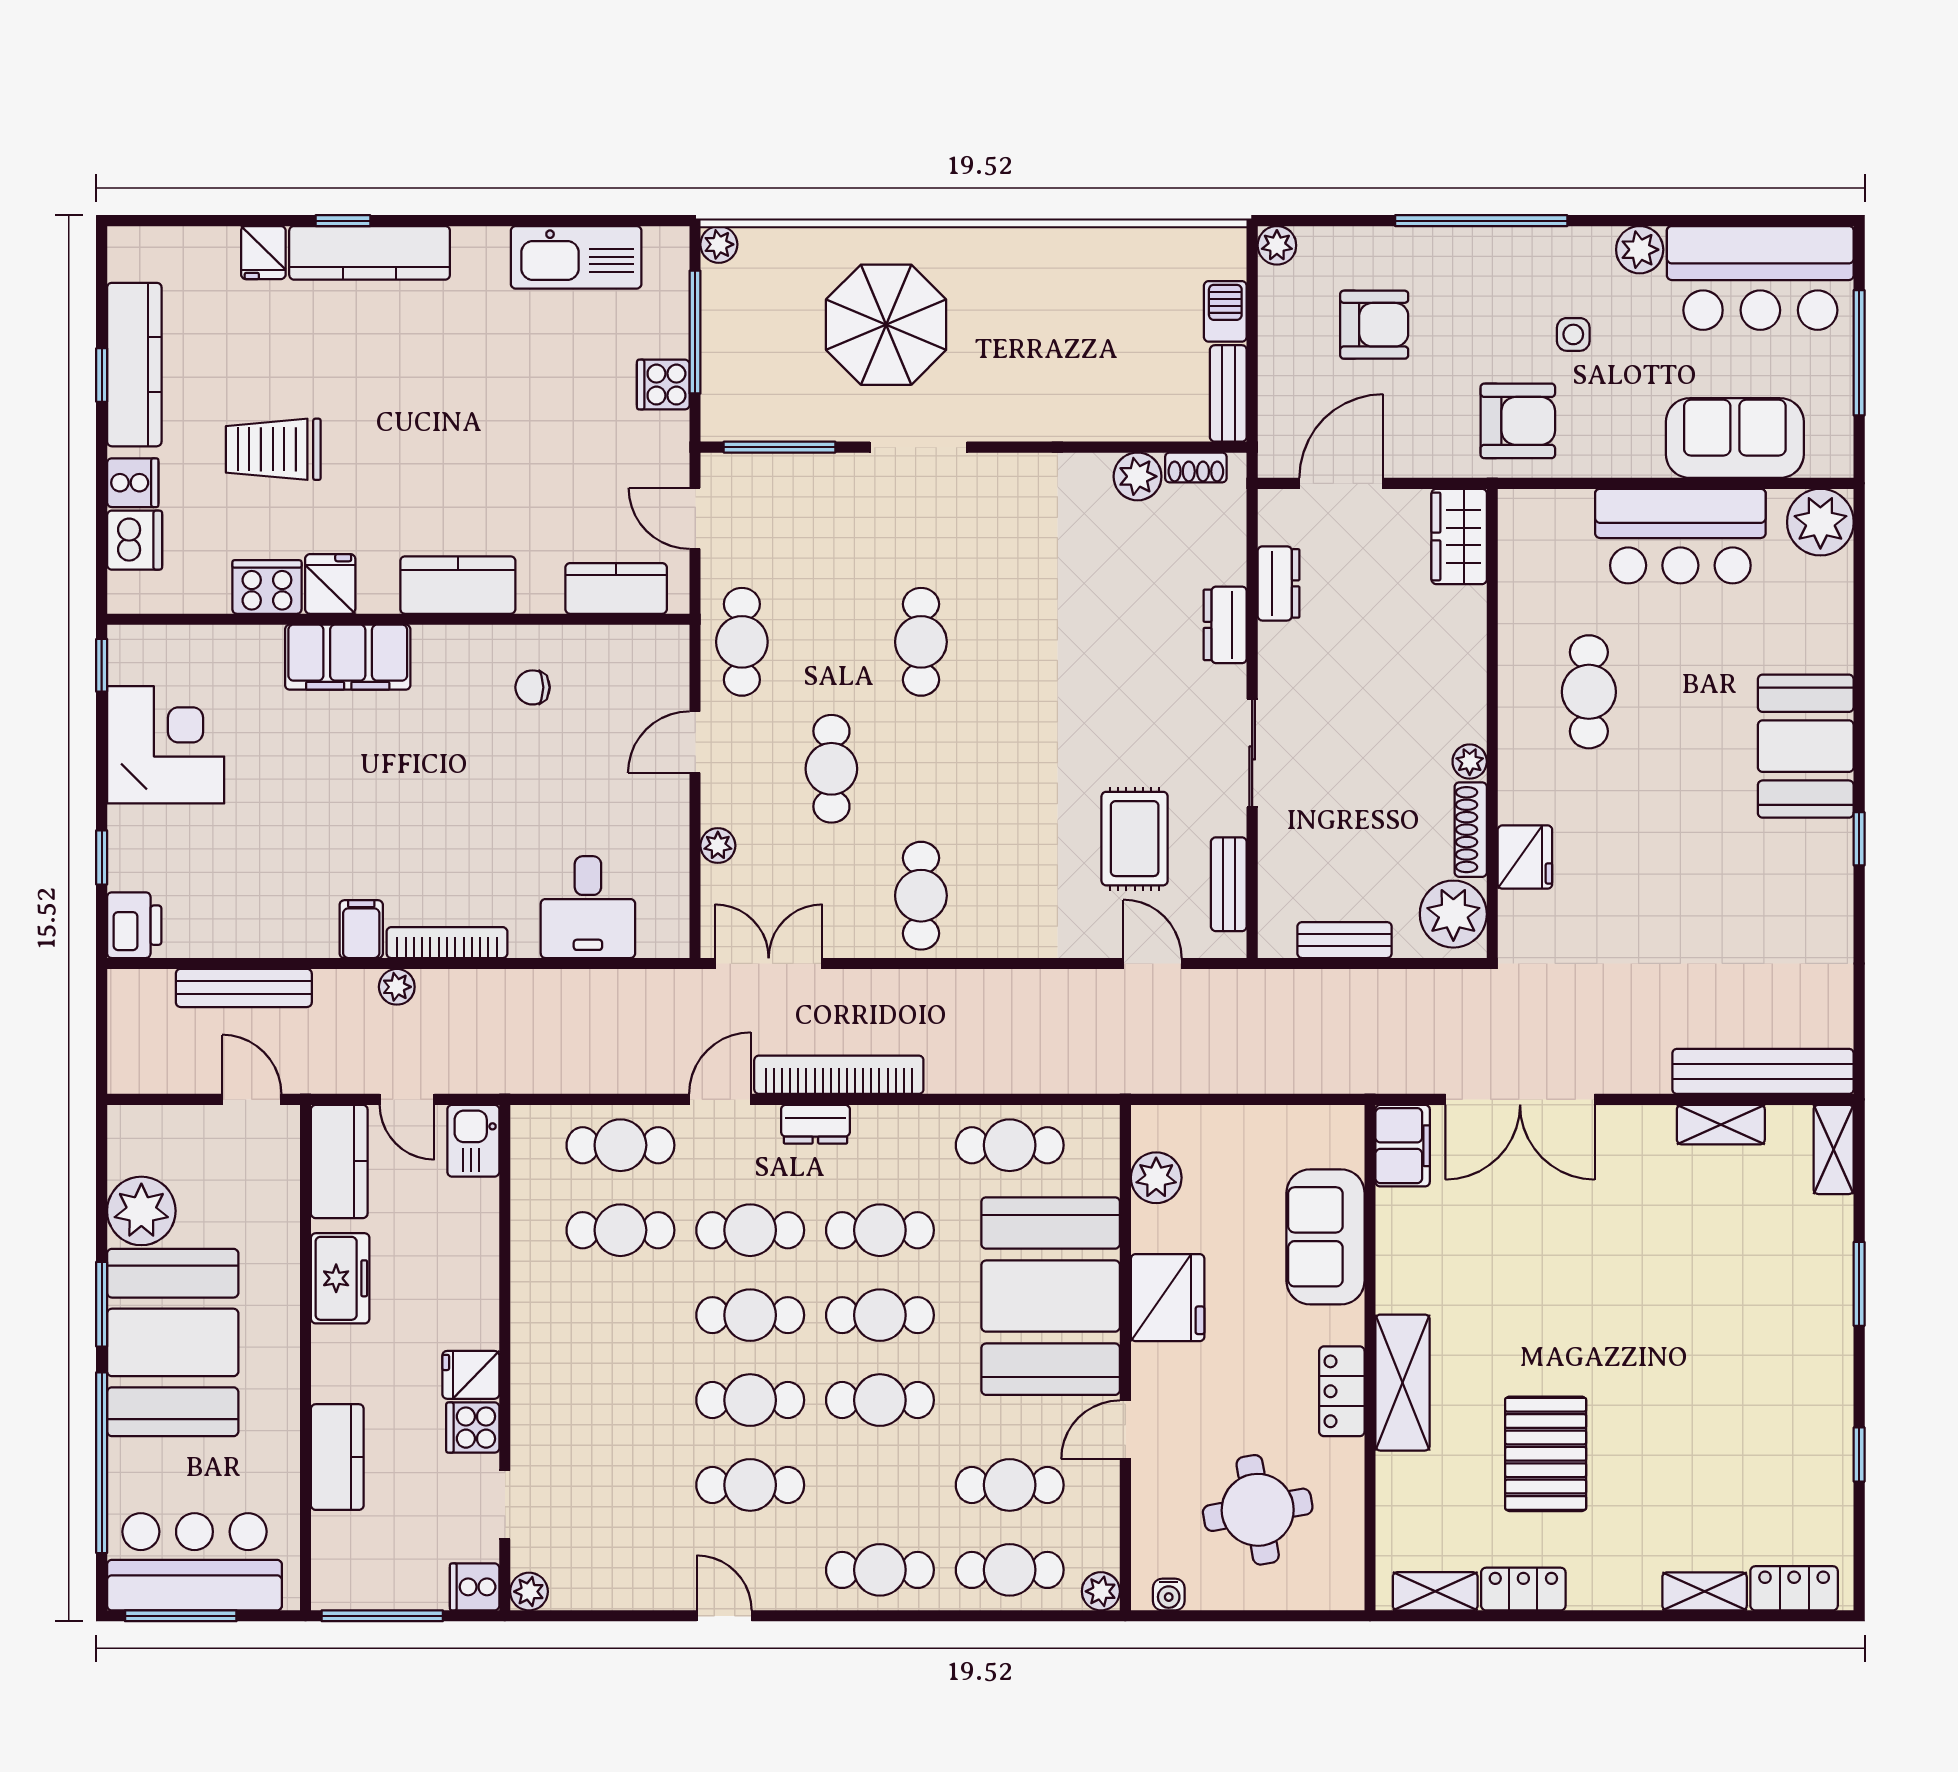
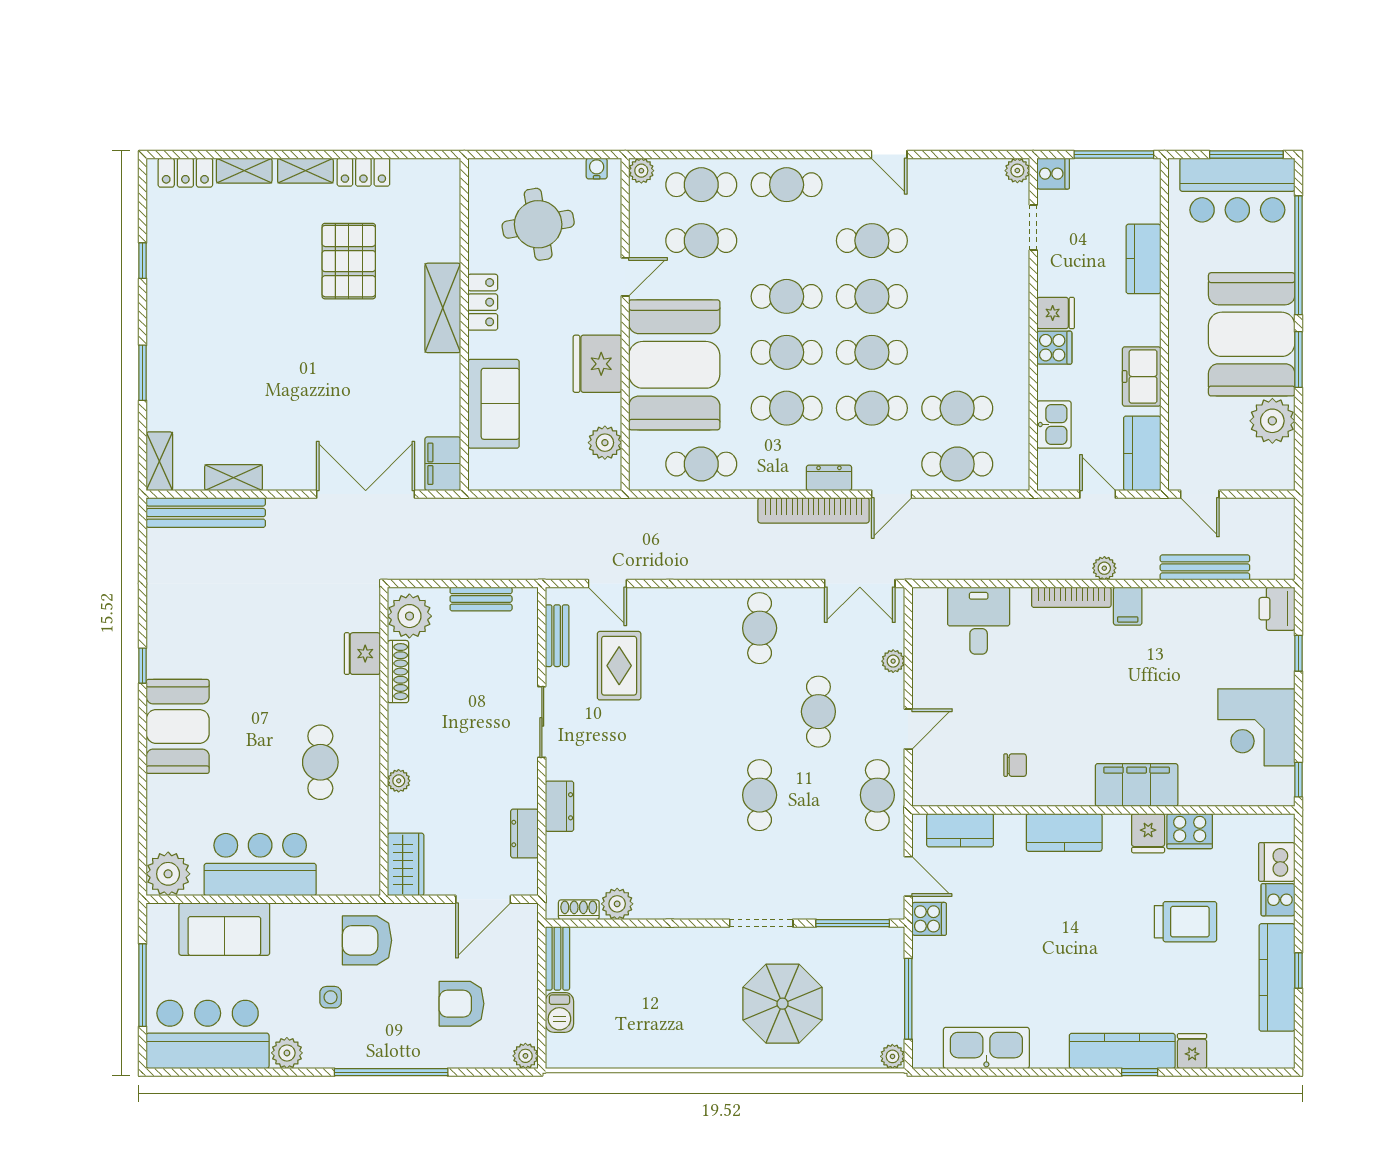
cooker: (663, 385) -> (929, 919), moved
plant: (1470, 762) -> (399, 781), moved
kitchen sink: (473, 1141) -> (1054, 425), moved
cooker: (473, 1428) -> (1054, 348), moved
shelving: (1435, 1591) -> (305, 171), moved

